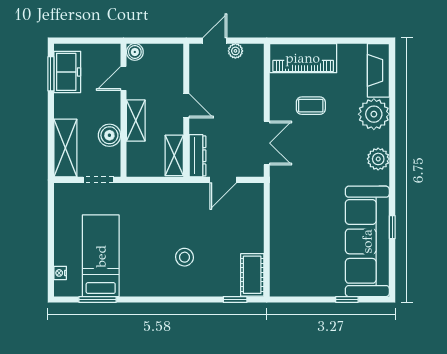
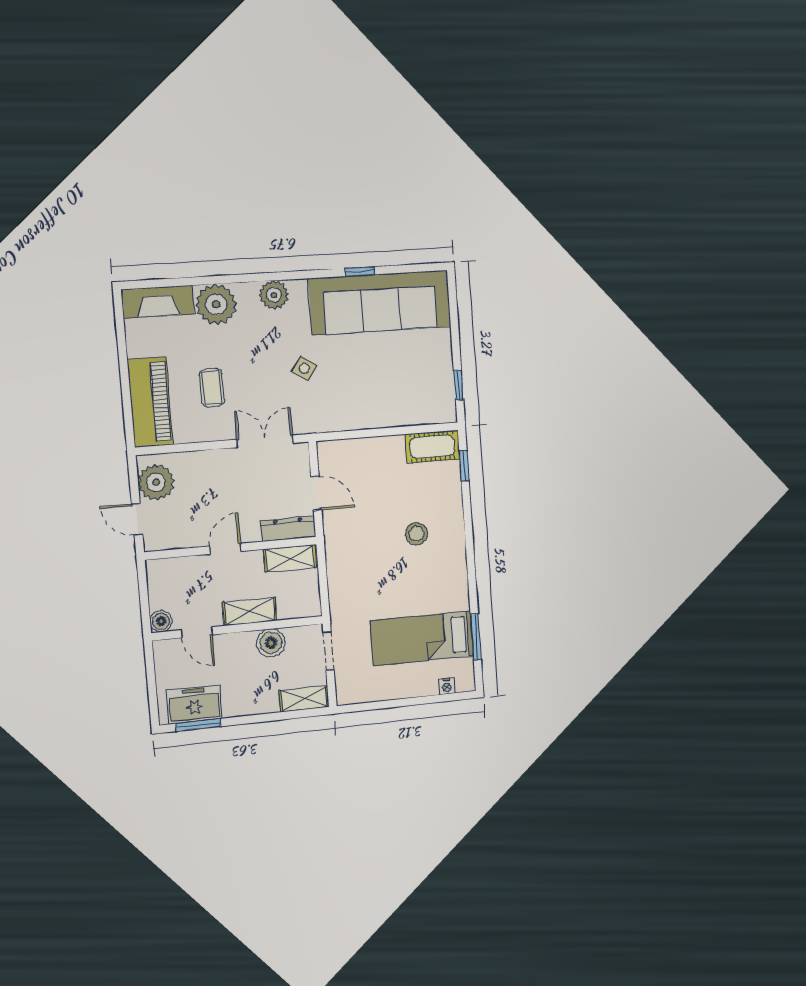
plant: (235, 51) -> (156, 482), width x1.87, depth x1.87
shelving: (65, 148) -> (304, 699), width x0.67, depth x0.75
side table: (321, 178) -> (304, 368), added
window: (347, 300) -> (459, 385), moved

